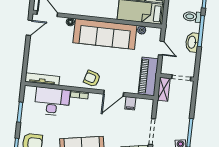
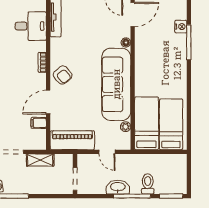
door: (161, 48) -> (107, 152), hinge flipped
armchair: (92, 79) -> (63, 75), turned 124
shelving: (164, 89) -> (40, 160), moved
door: (114, 93) -> (48, 102), hinge flipped
desk: (52, 102) -> (31, 26), width x0.73

